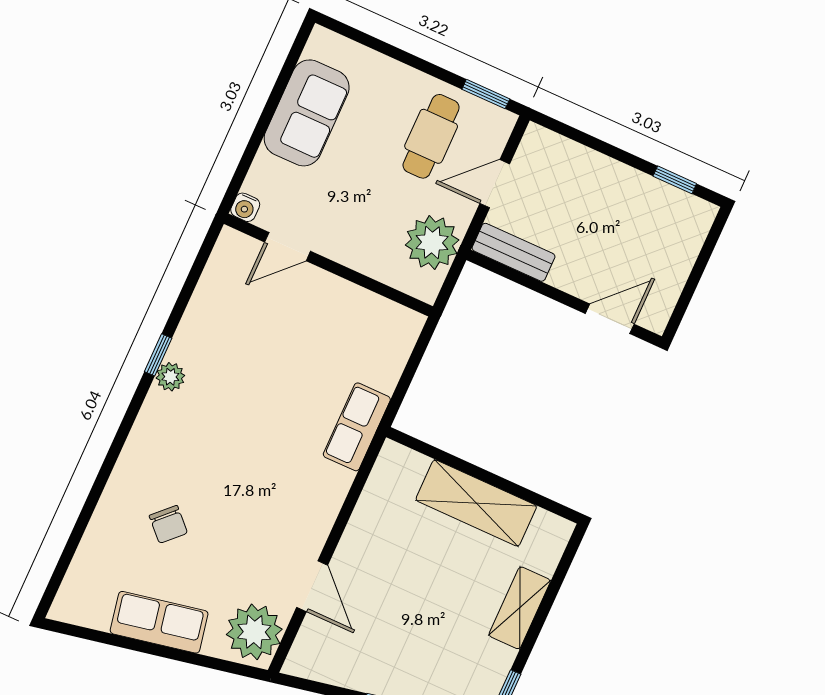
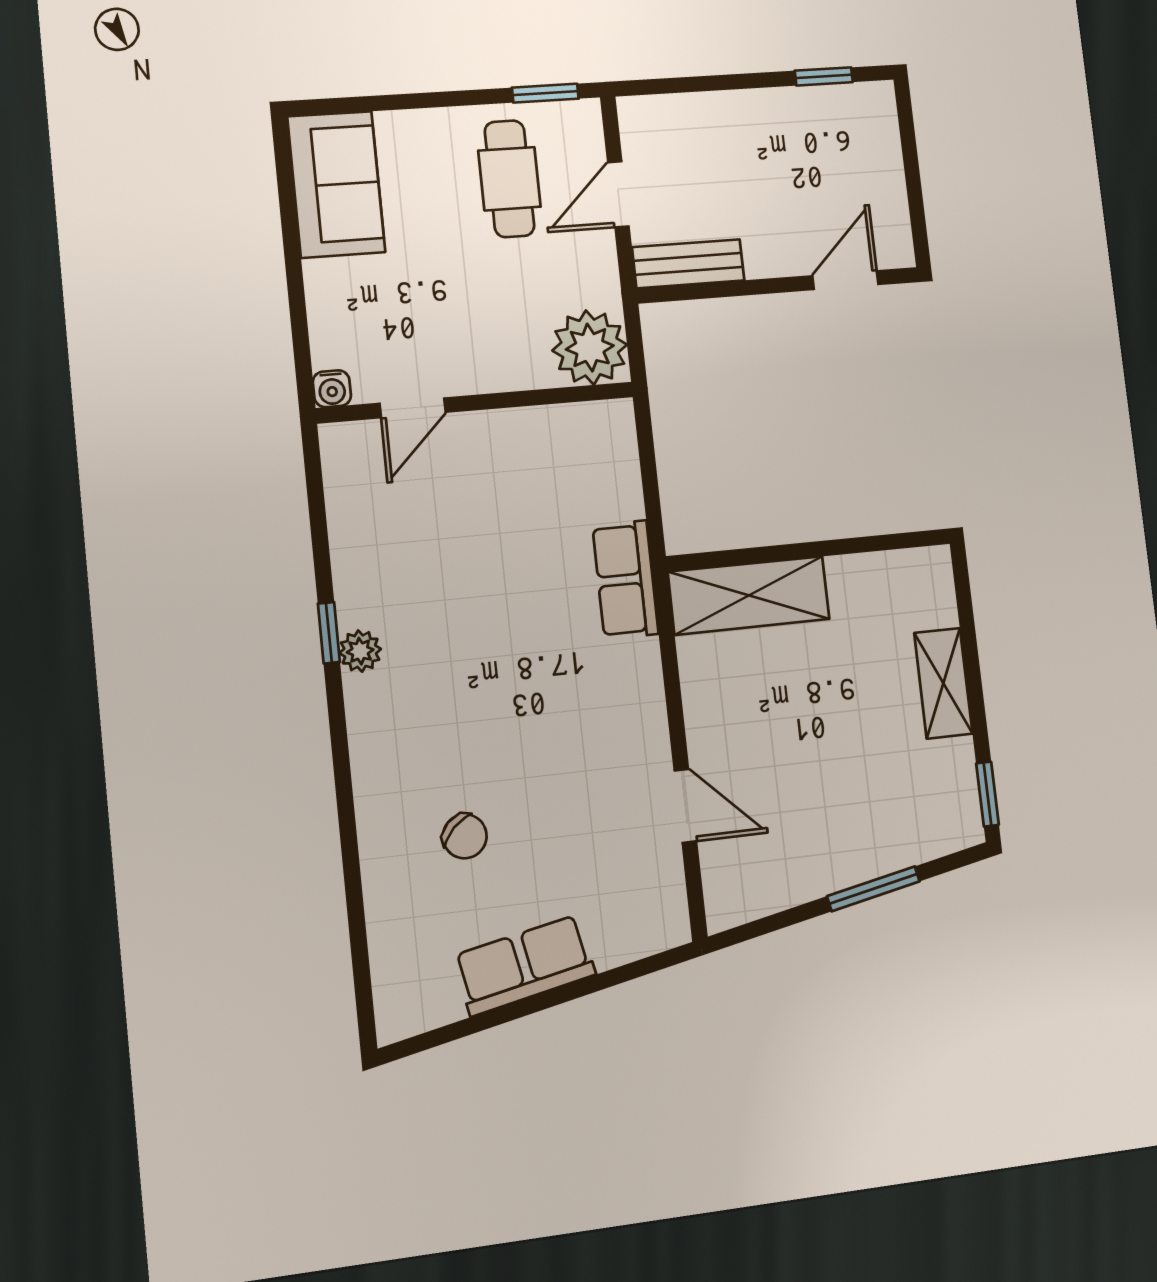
sofa: (307, 113) -> (336, 184), moved
plant: (432, 243) -> (590, 348), moved
shelving: (476, 503) -> (749, 595), moved
plant: (254, 632) -> (648, 905), removed

